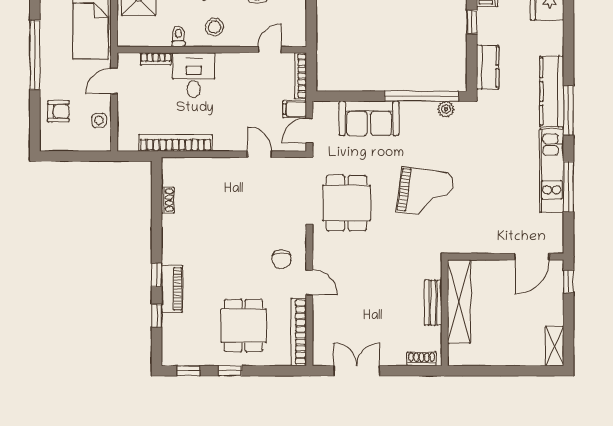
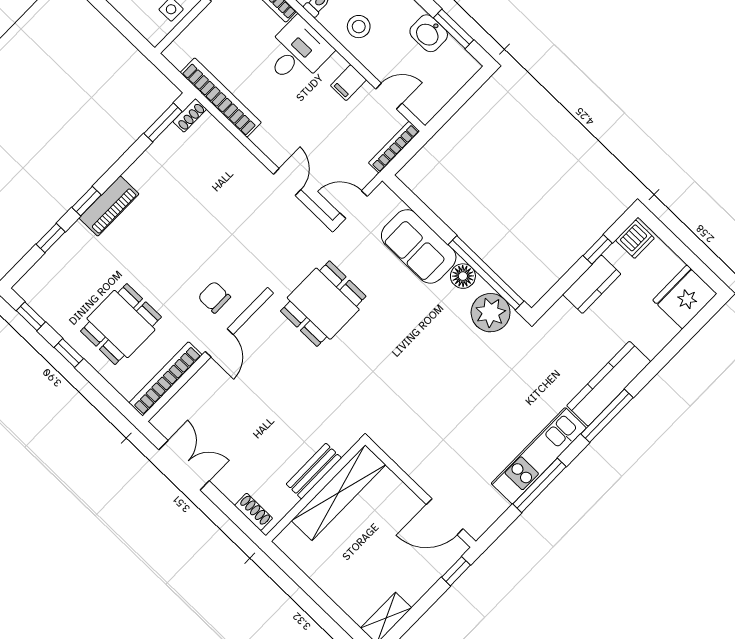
kitchen counter: (488, 67) -> (592, 284), moved
filing cabinet: (295, 109) -> (348, 83), moved, turned -90
plant: (446, 109) -> (491, 313), width x1.88, depth x1.88
floor lamp: (410, 111) -> (463, 276), added
window: (157, 189) -> (163, 122), added
grand piano: (425, 193) -> (404, 364), removed
shoe rack: (168, 200) -> (190, 115), moved
chair: (282, 259) -> (214, 297), turned 90
piano: (172, 289) -> (109, 206), moved

